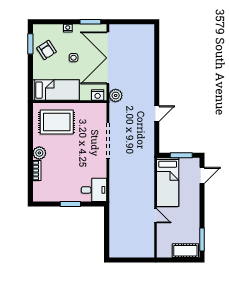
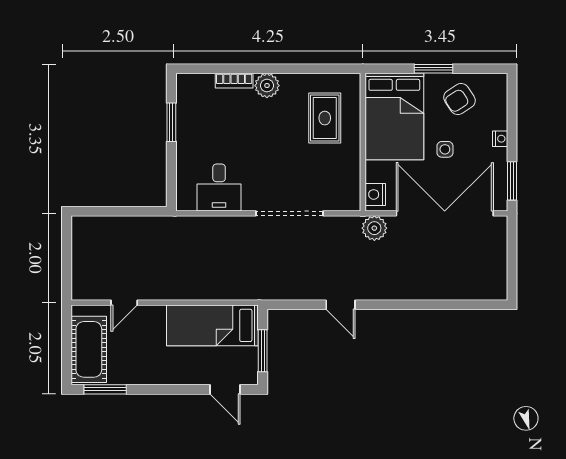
window: (30, 44) -> (433, 69), moved
bed: (56, 90) -> (394, 116), width x1.50
rug: (57, 122) -> (325, 118), width x0.73, depth x0.70
desk: (94, 190) -> (219, 188), moved
window: (70, 204) -> (171, 122), moved
door: (155, 216) -> (124, 303), moved
cot: (185, 251) -> (89, 349), width x1.37, depth x1.34

